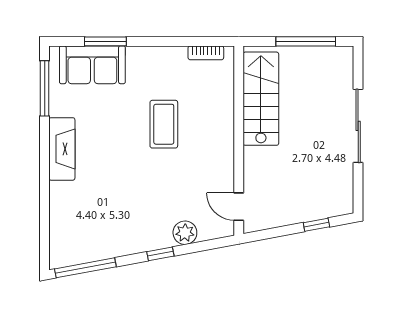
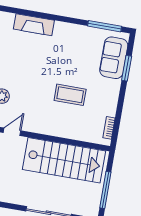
stairs: (261, 99) -> (64, 160), width x1.36, depth x1.51
fireplace: (62, 149) -> (34, 25), moved

